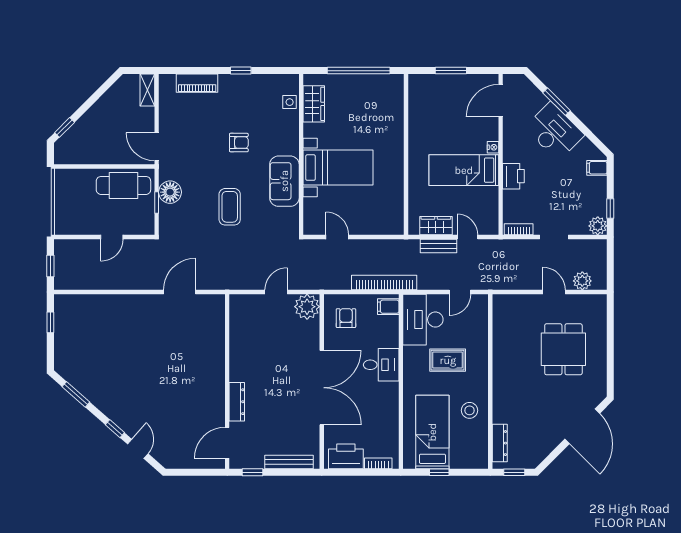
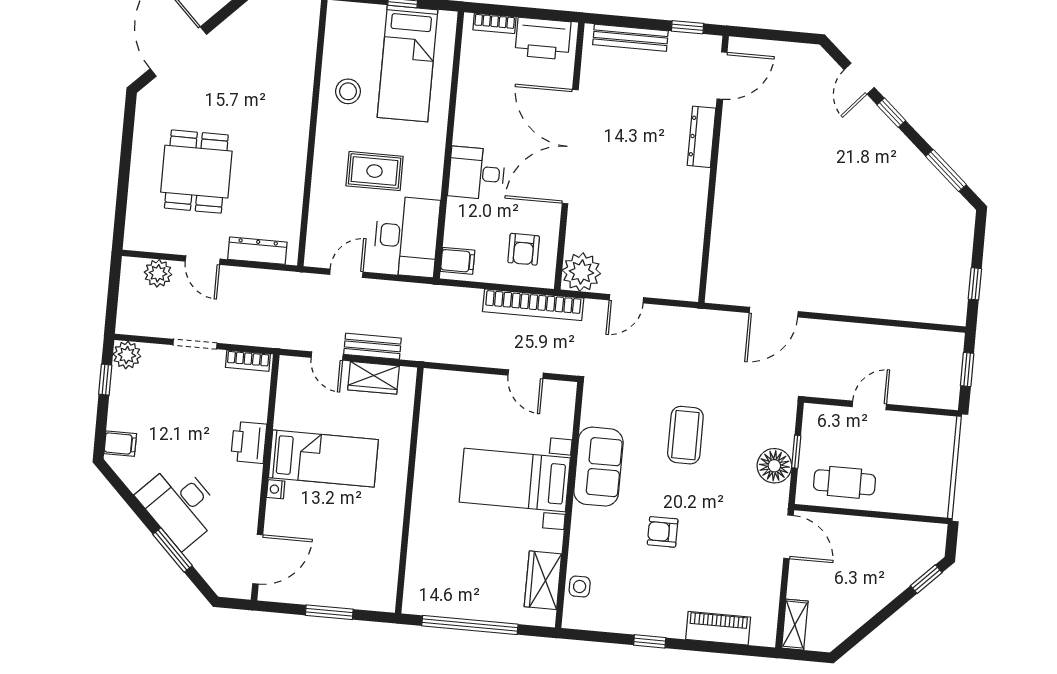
cafe table: (123, 185) -> (844, 482), width x0.73, depth x0.74
bookcase: (384, 283) -> (533, 305), moved
dresser: (500, 443) -> (257, 251), moved, turned 90

